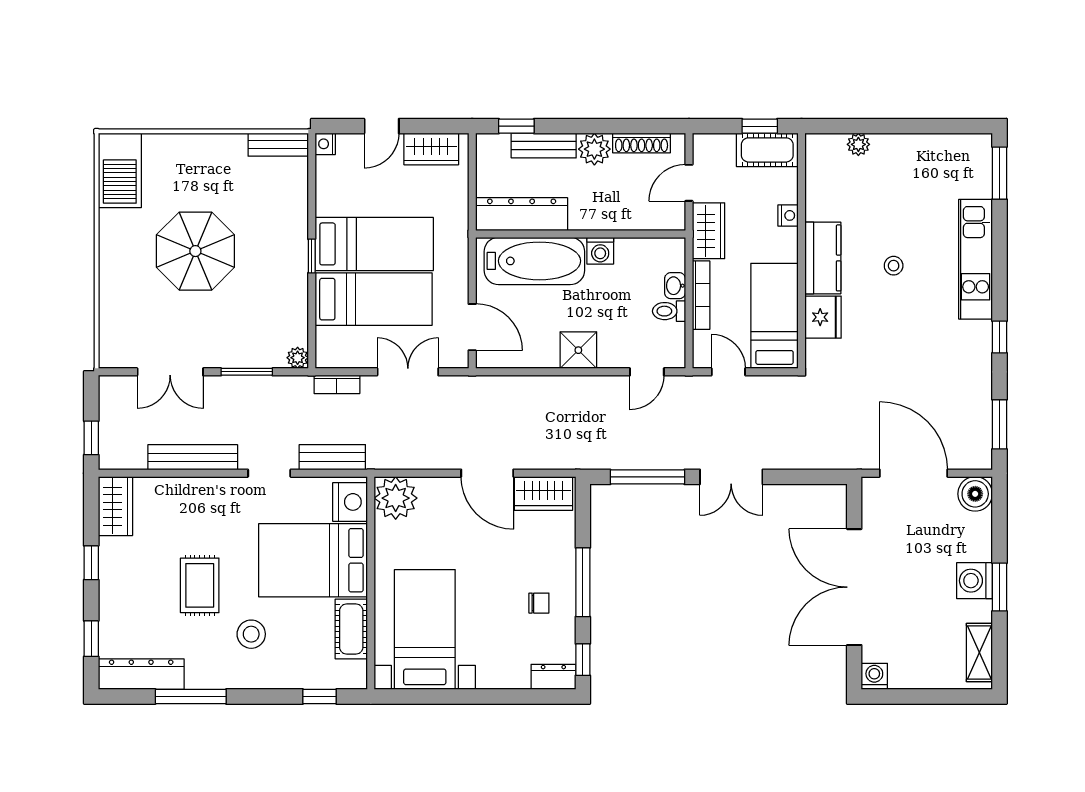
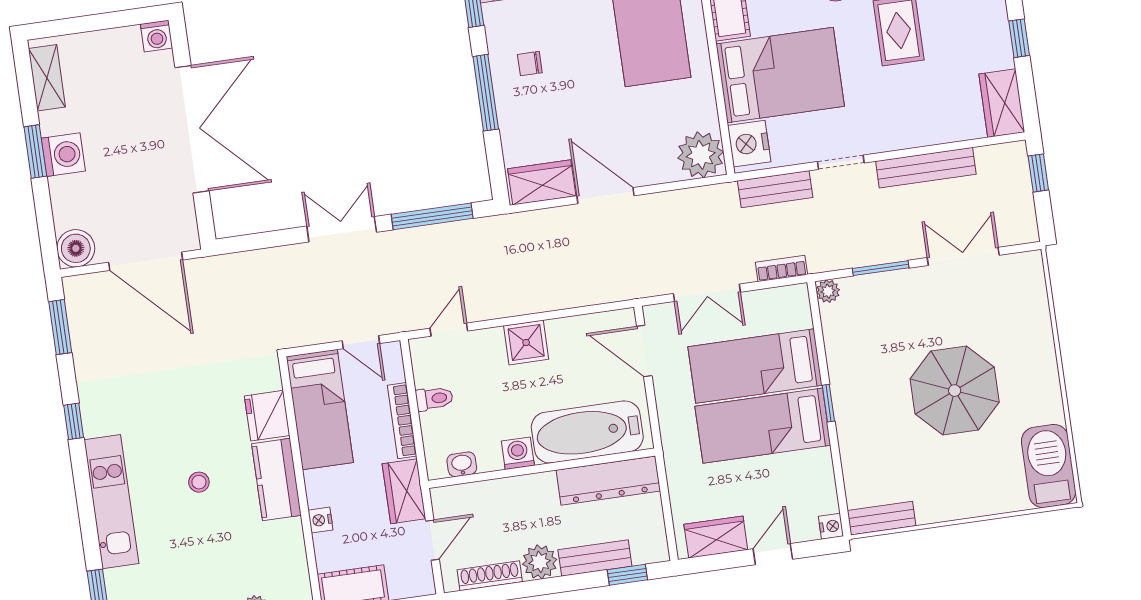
washbasin: (675, 286) -> (462, 464), moved, turned -90

